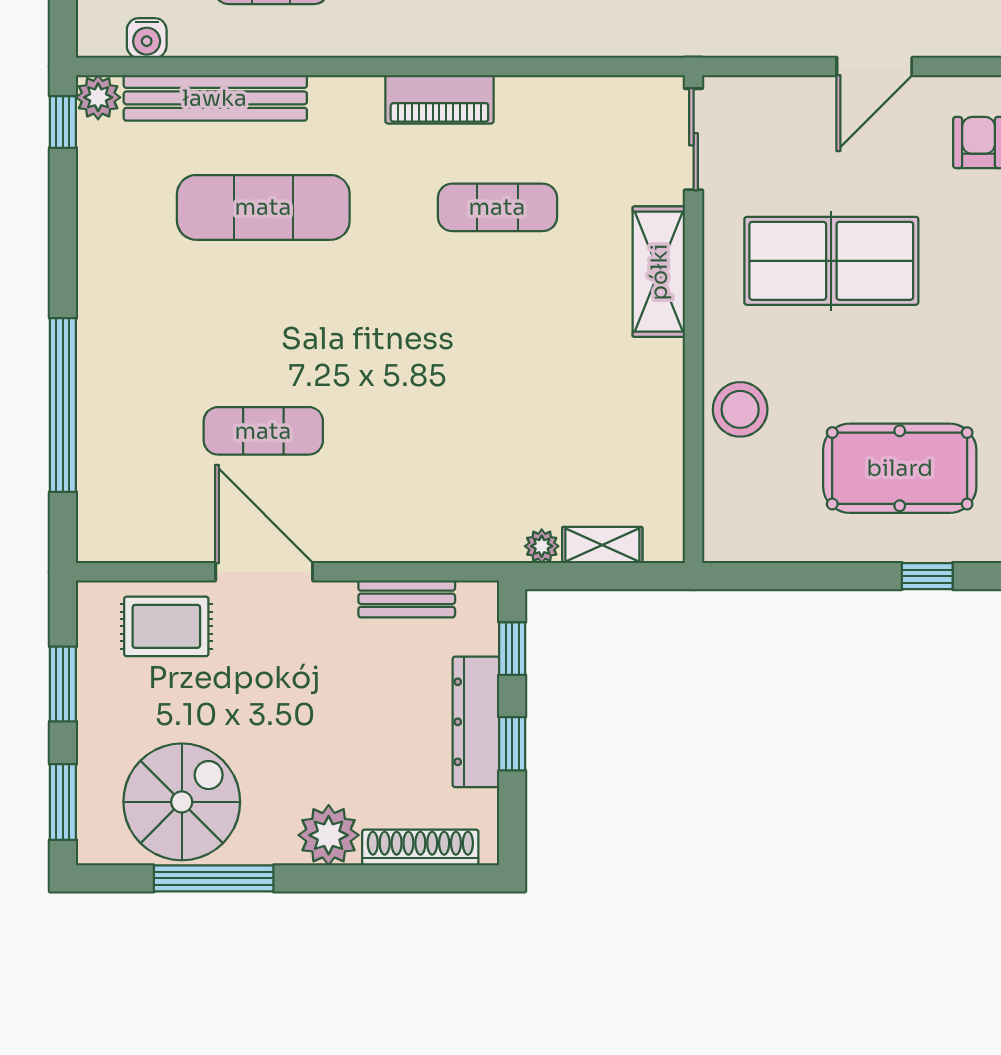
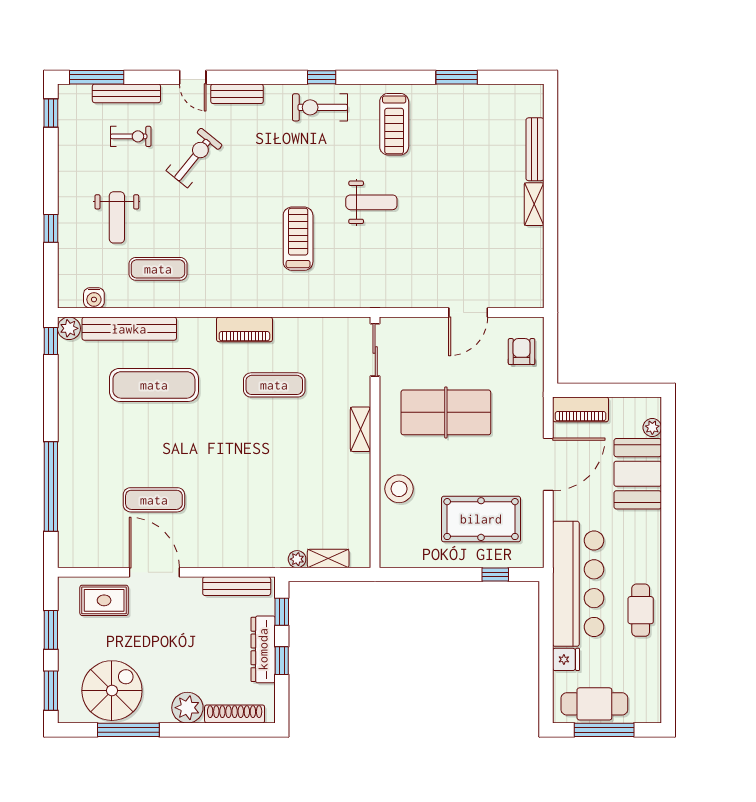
shelving: (659, 272) -> (361, 429), width x0.67, depth x0.75
bench: (407, 599) -> (237, 586), width x1.36

